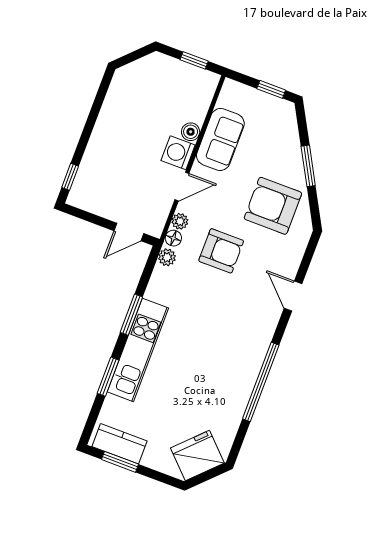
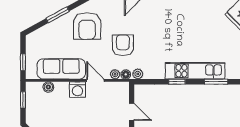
window: (271, 89) -> (23, 62), moved
boiler: (191, 132) -> (48, 87), moved
sofa: (220, 139) -> (61, 69), width x1.36
door: (129, 232) -> (132, 112), moved
window: (131, 315) -> (177, 82), width x0.67

